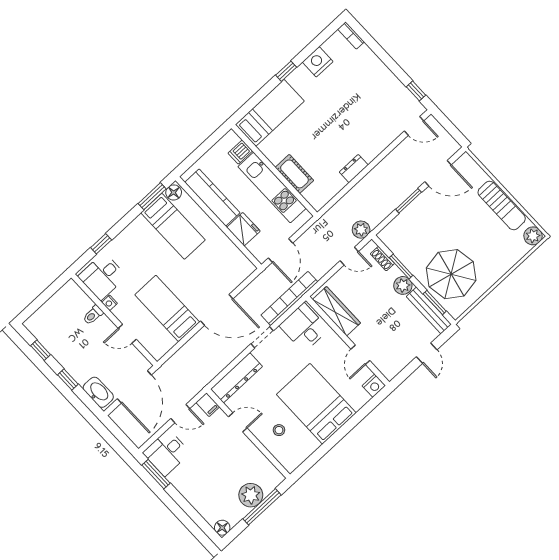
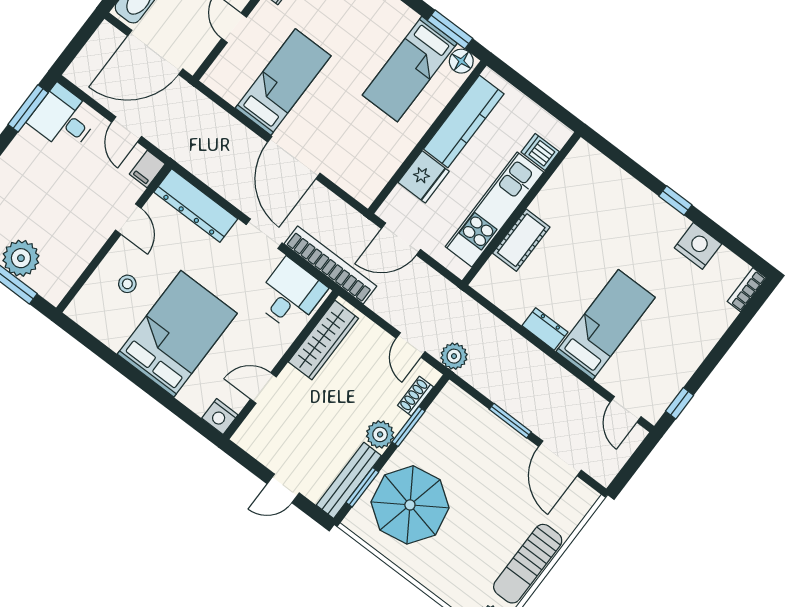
bed: (270, 113) -> (606, 325), moved, turned -90

